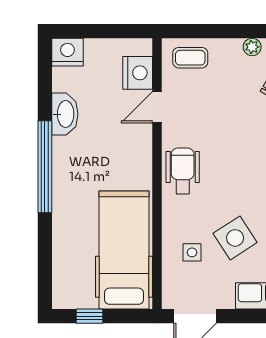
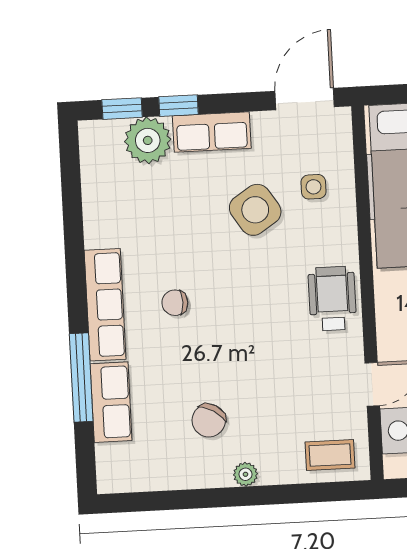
wheelchair: (183, 171) -> (332, 299), turned 180

